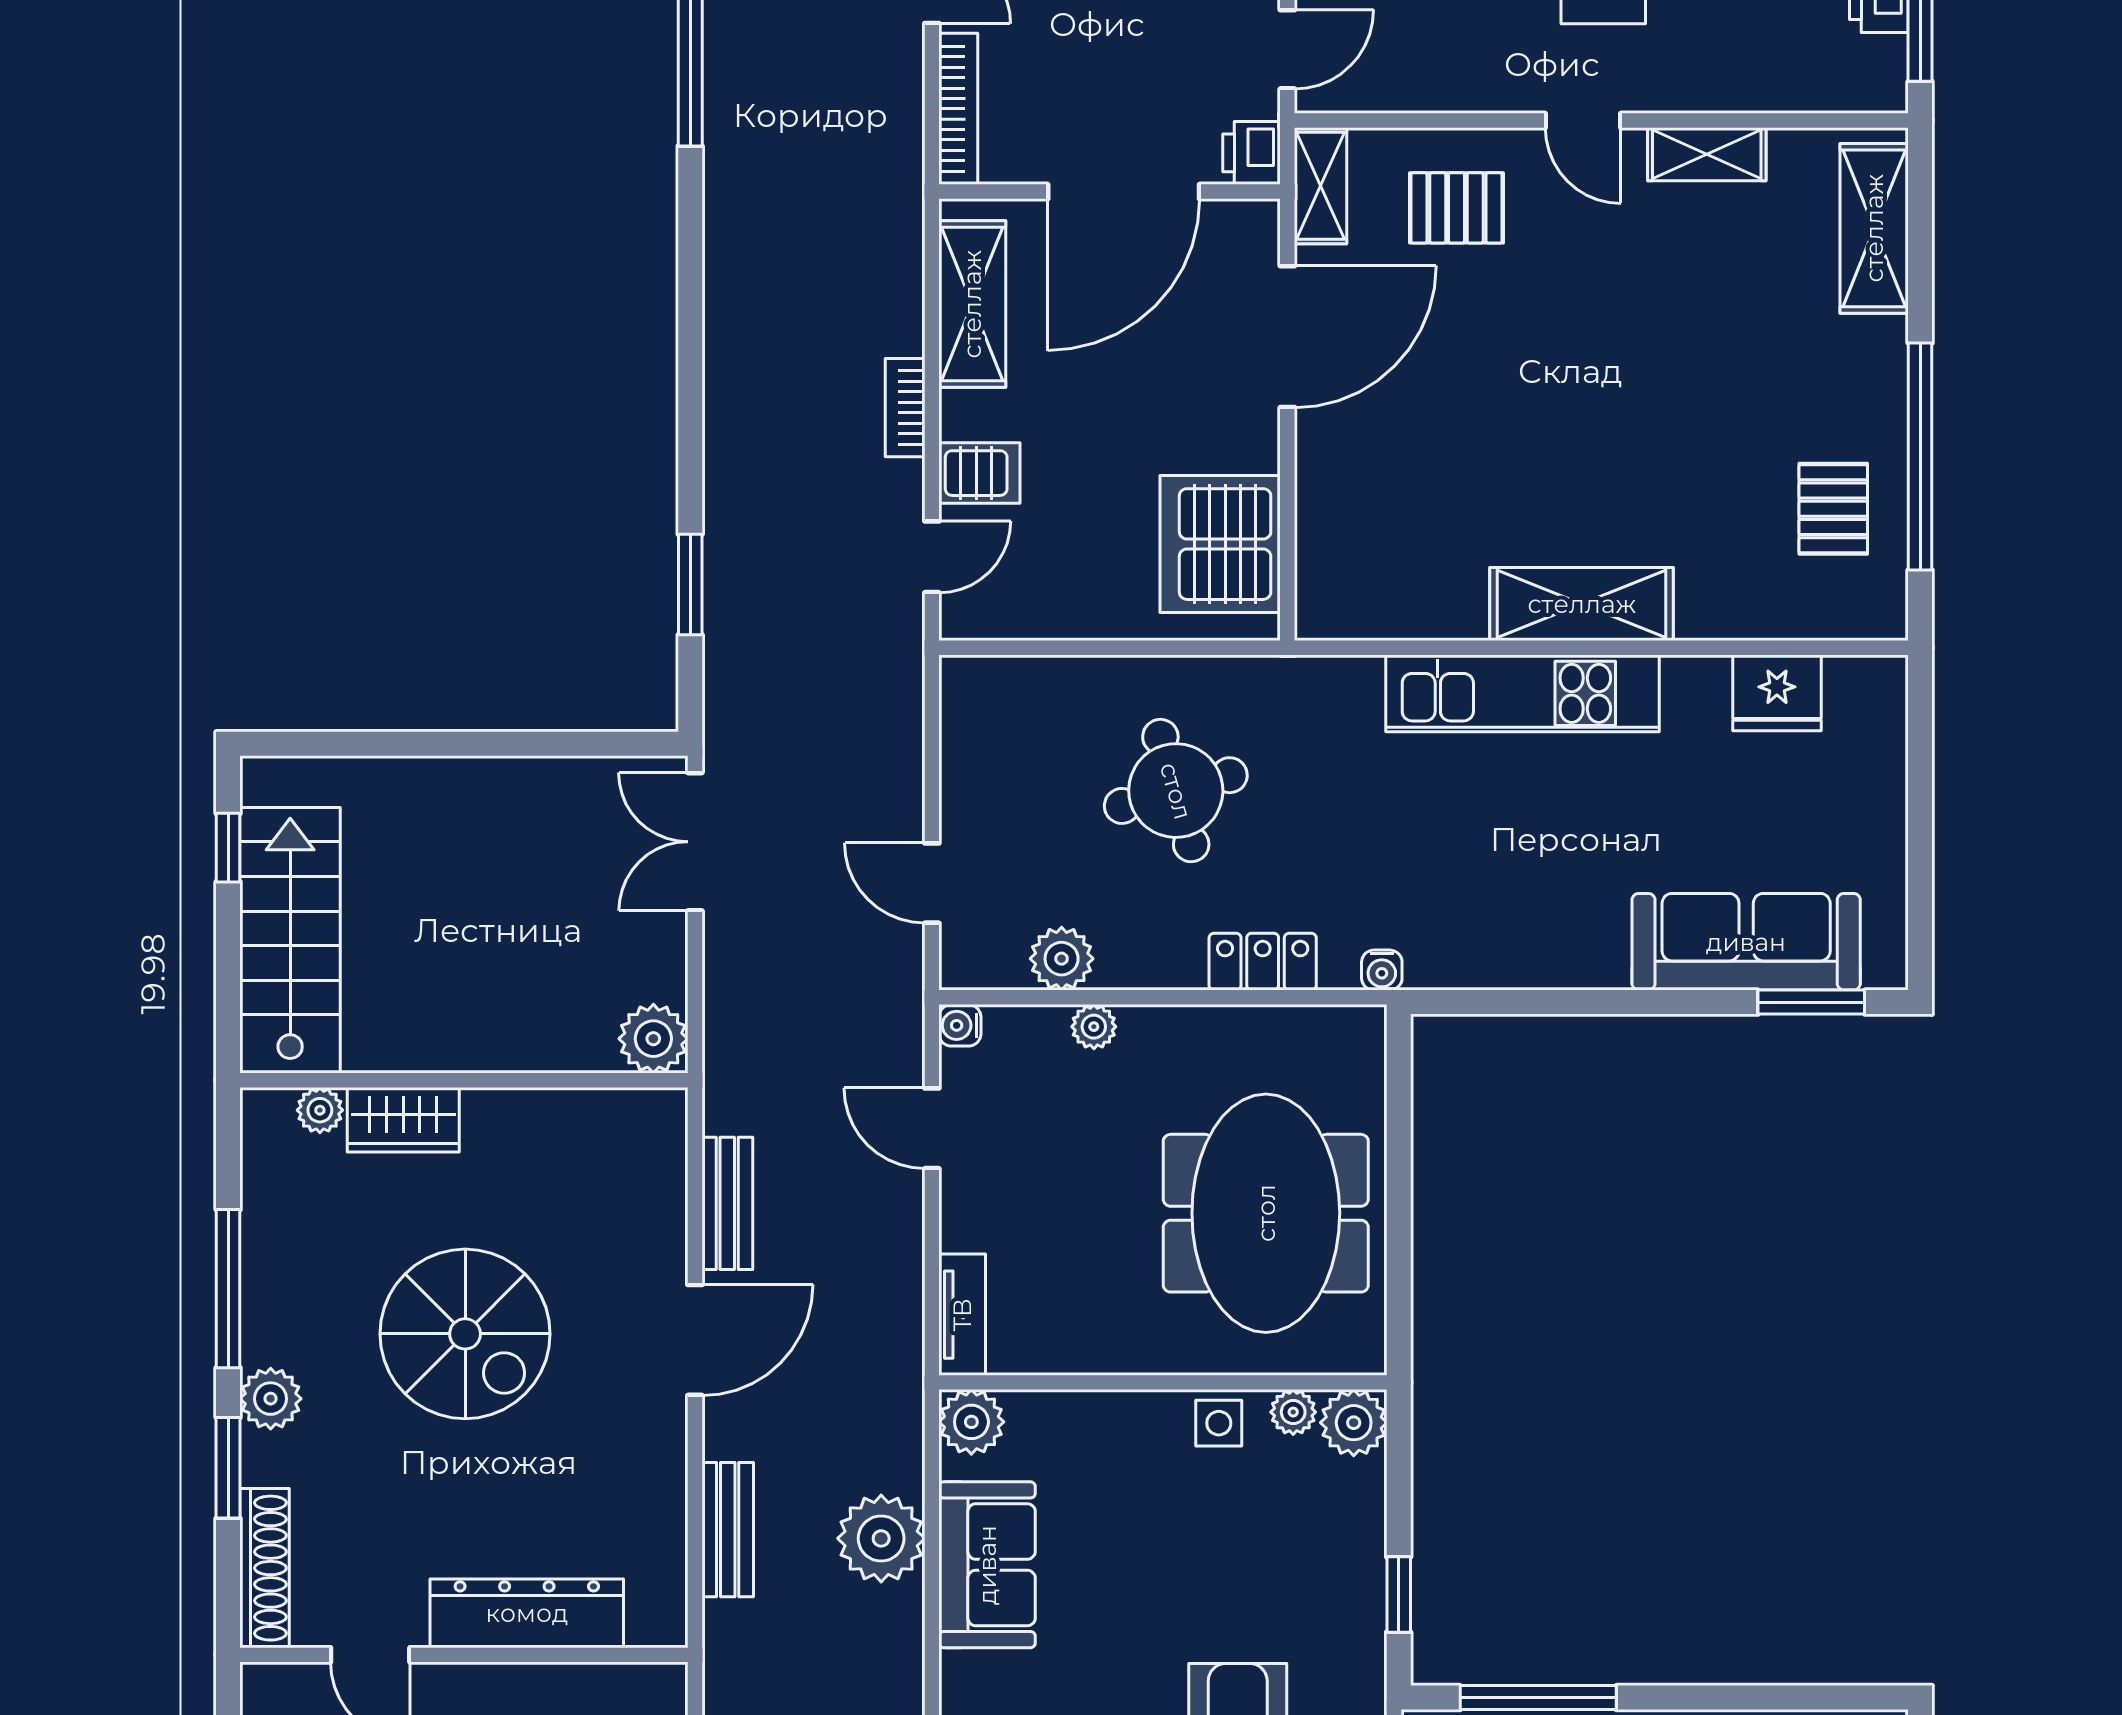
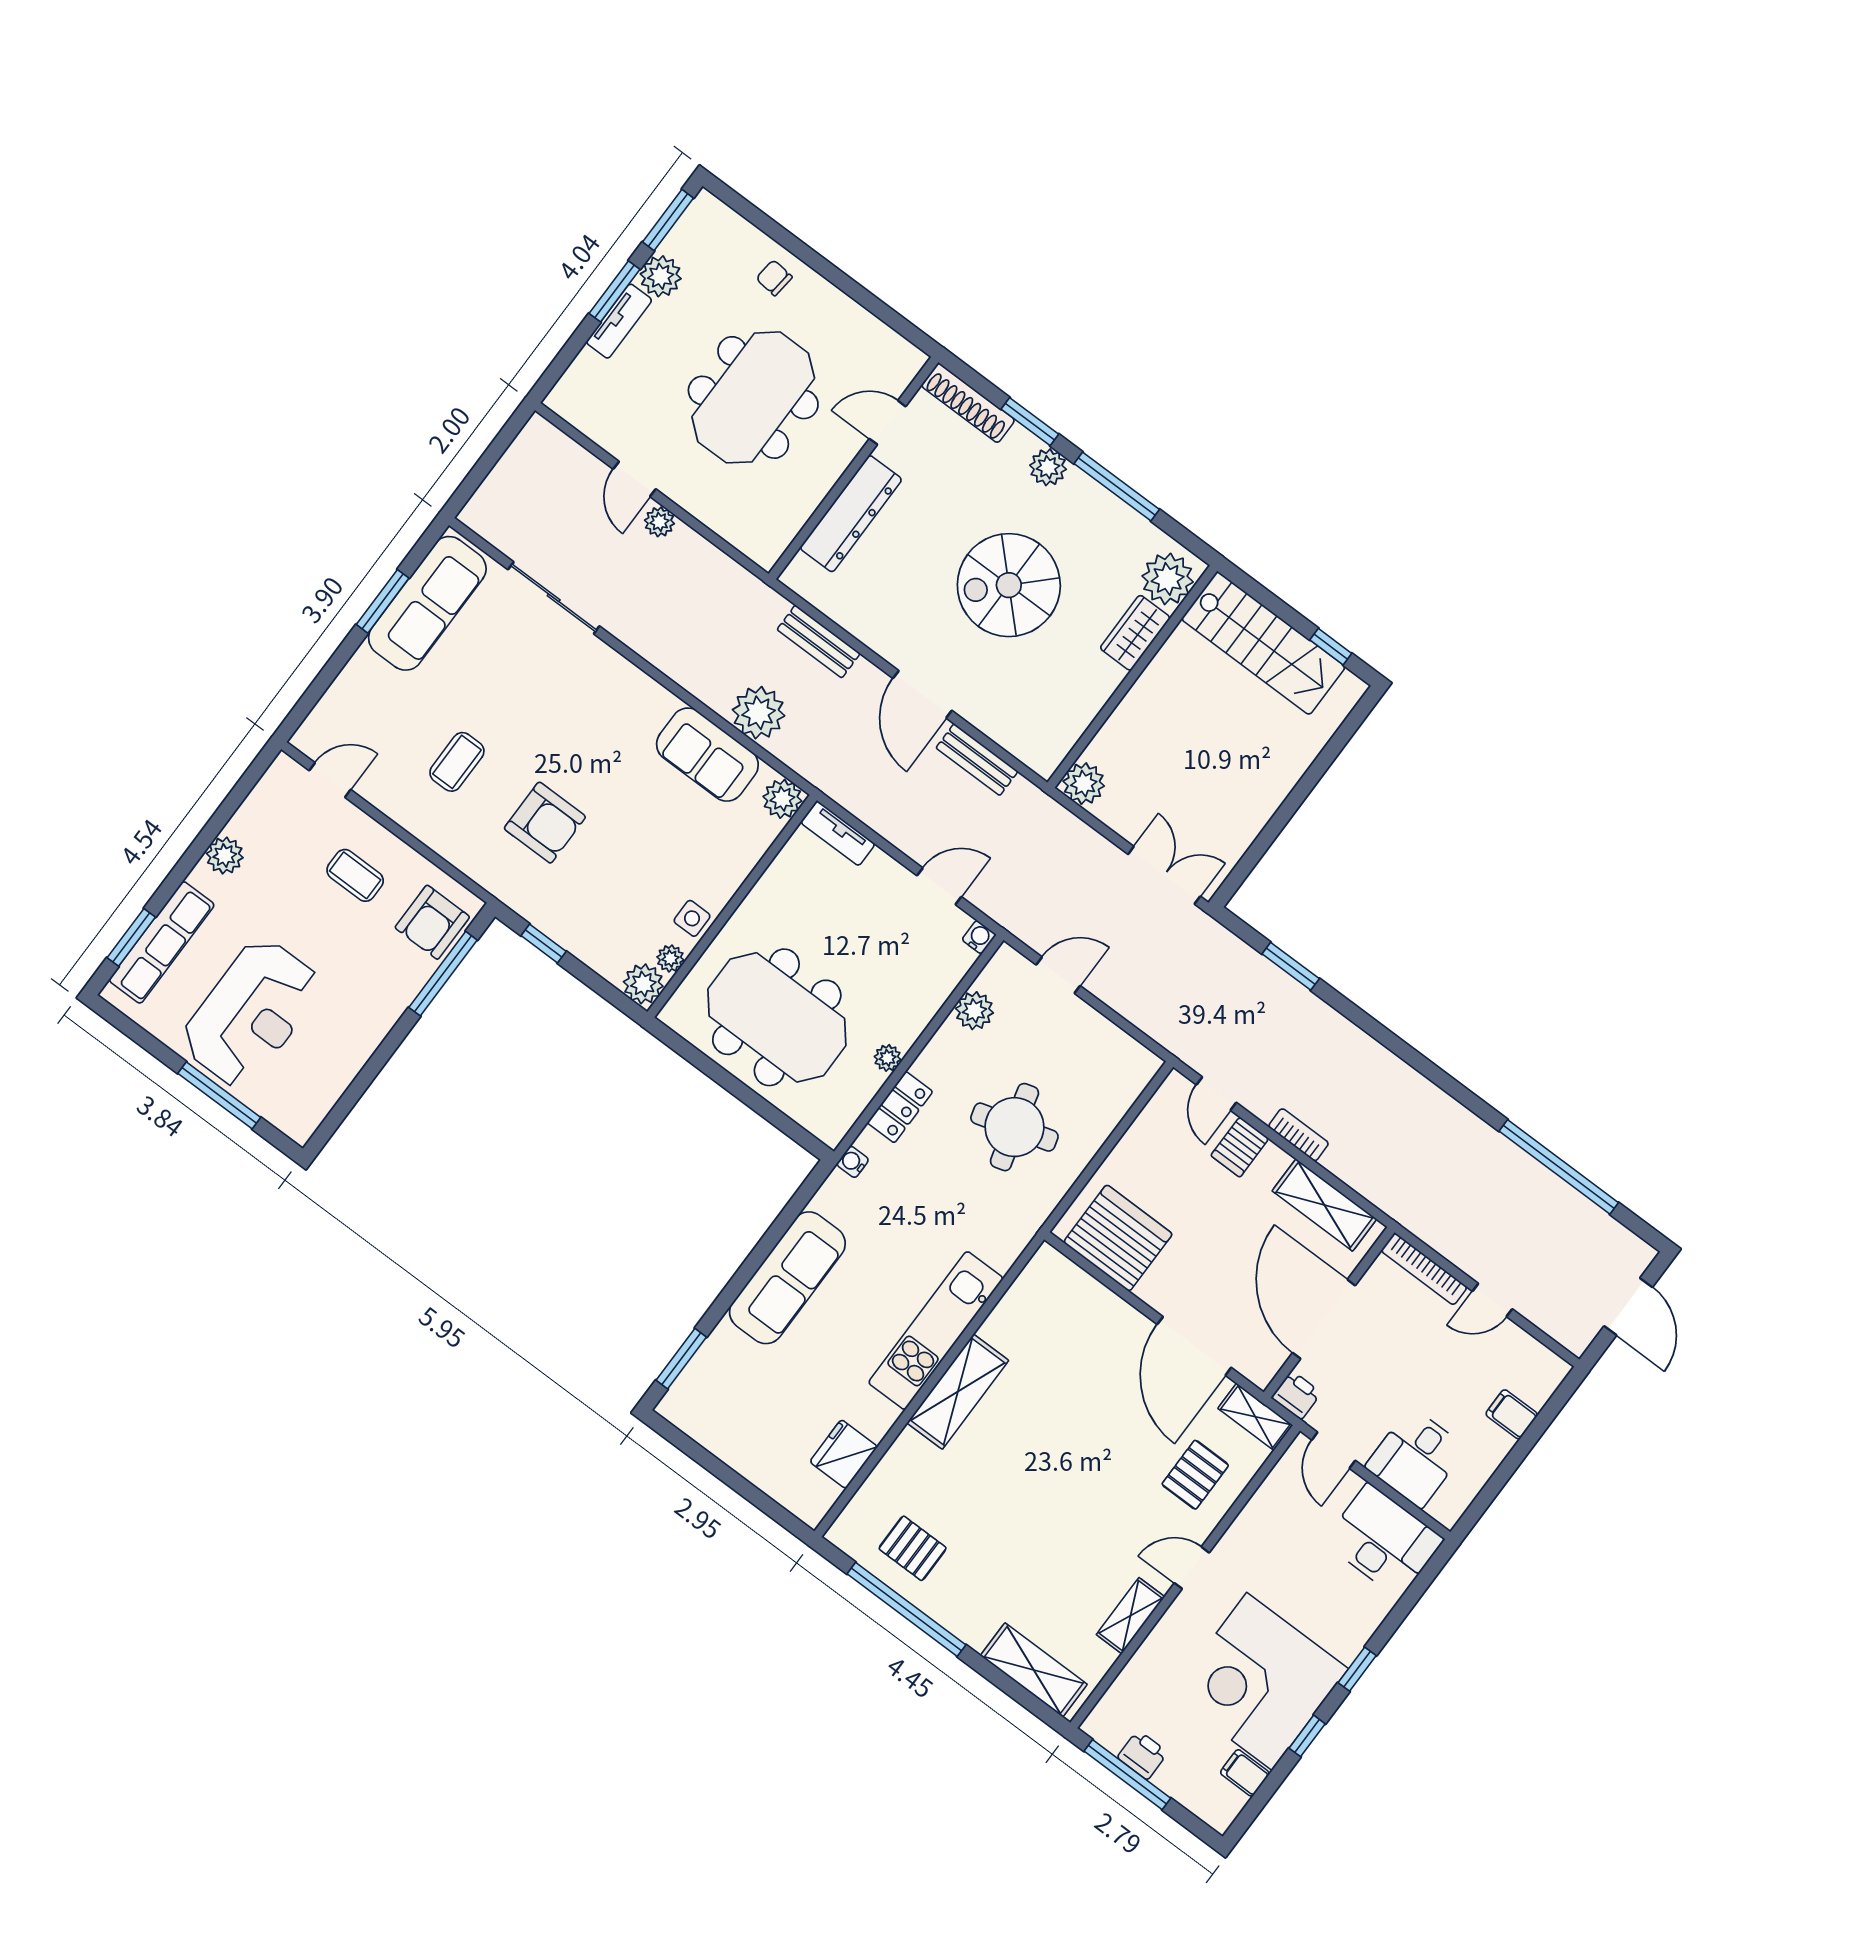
sofa: (1746, 942) -> (787, 1278), moved
plant: (1094, 1027) -> (888, 1058), moved
plant: (320, 1110) -> (1168, 579), width x1.88, depth x1.88

